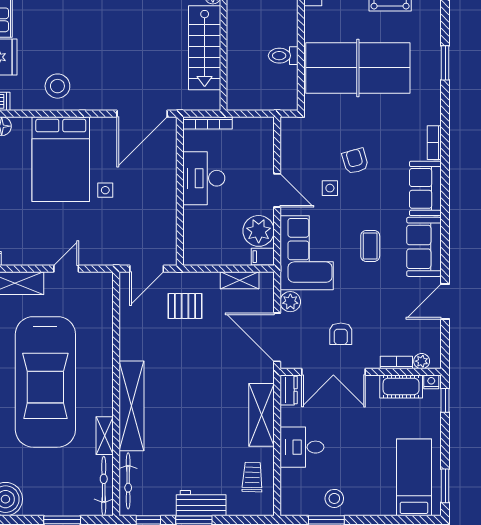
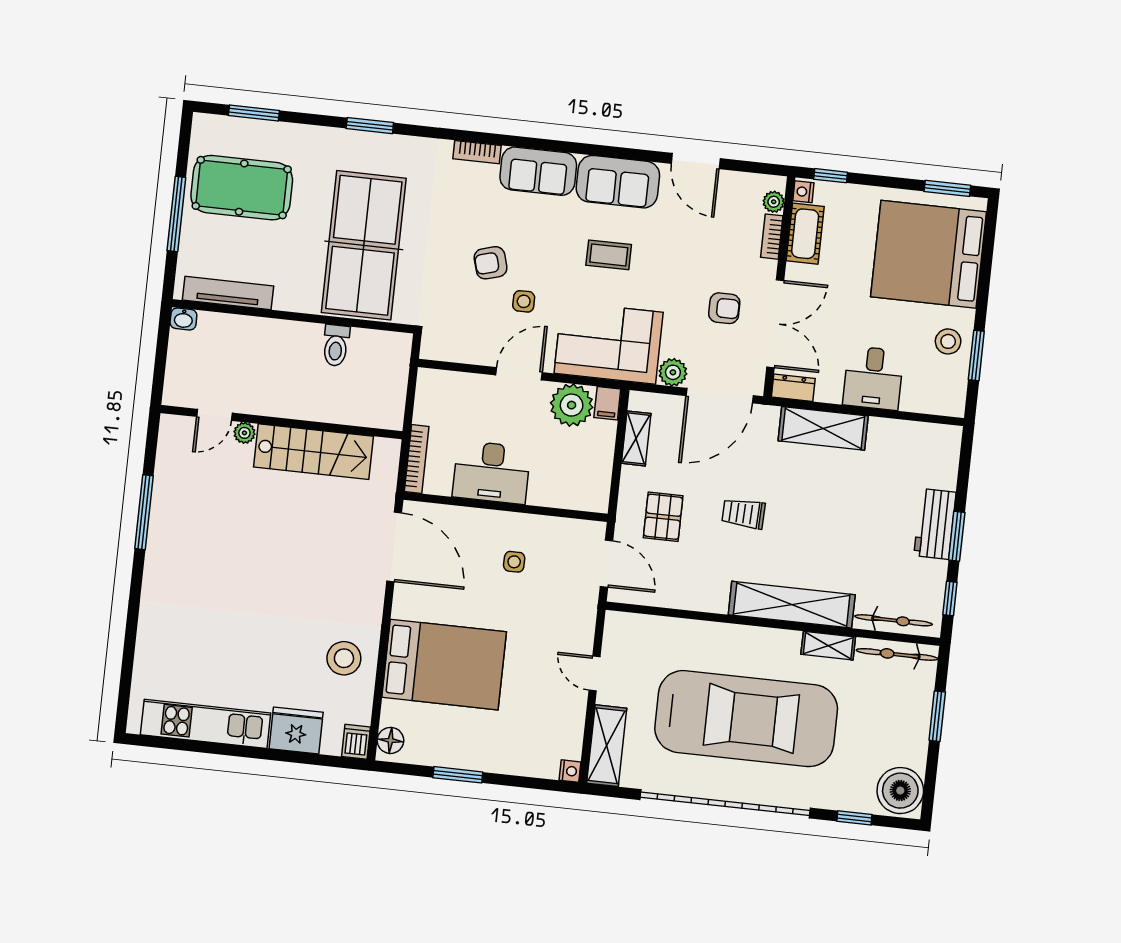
side table: (105, 190) -> (514, 562), moved
trolley: (252, 477) -> (743, 513), moved
bed: (414, 477) -> (929, 254), width x2.04

